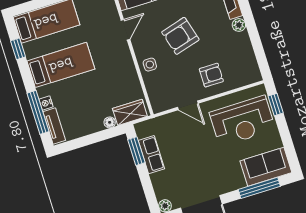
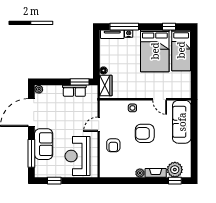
armchair: (180, 36) -> (145, 133), turned -74
bed: (61, 65) -> (155, 51), width x1.50
window: (276, 105) -> (54, 181), moved
sofa: (266, 167) -> (44, 144), moved

